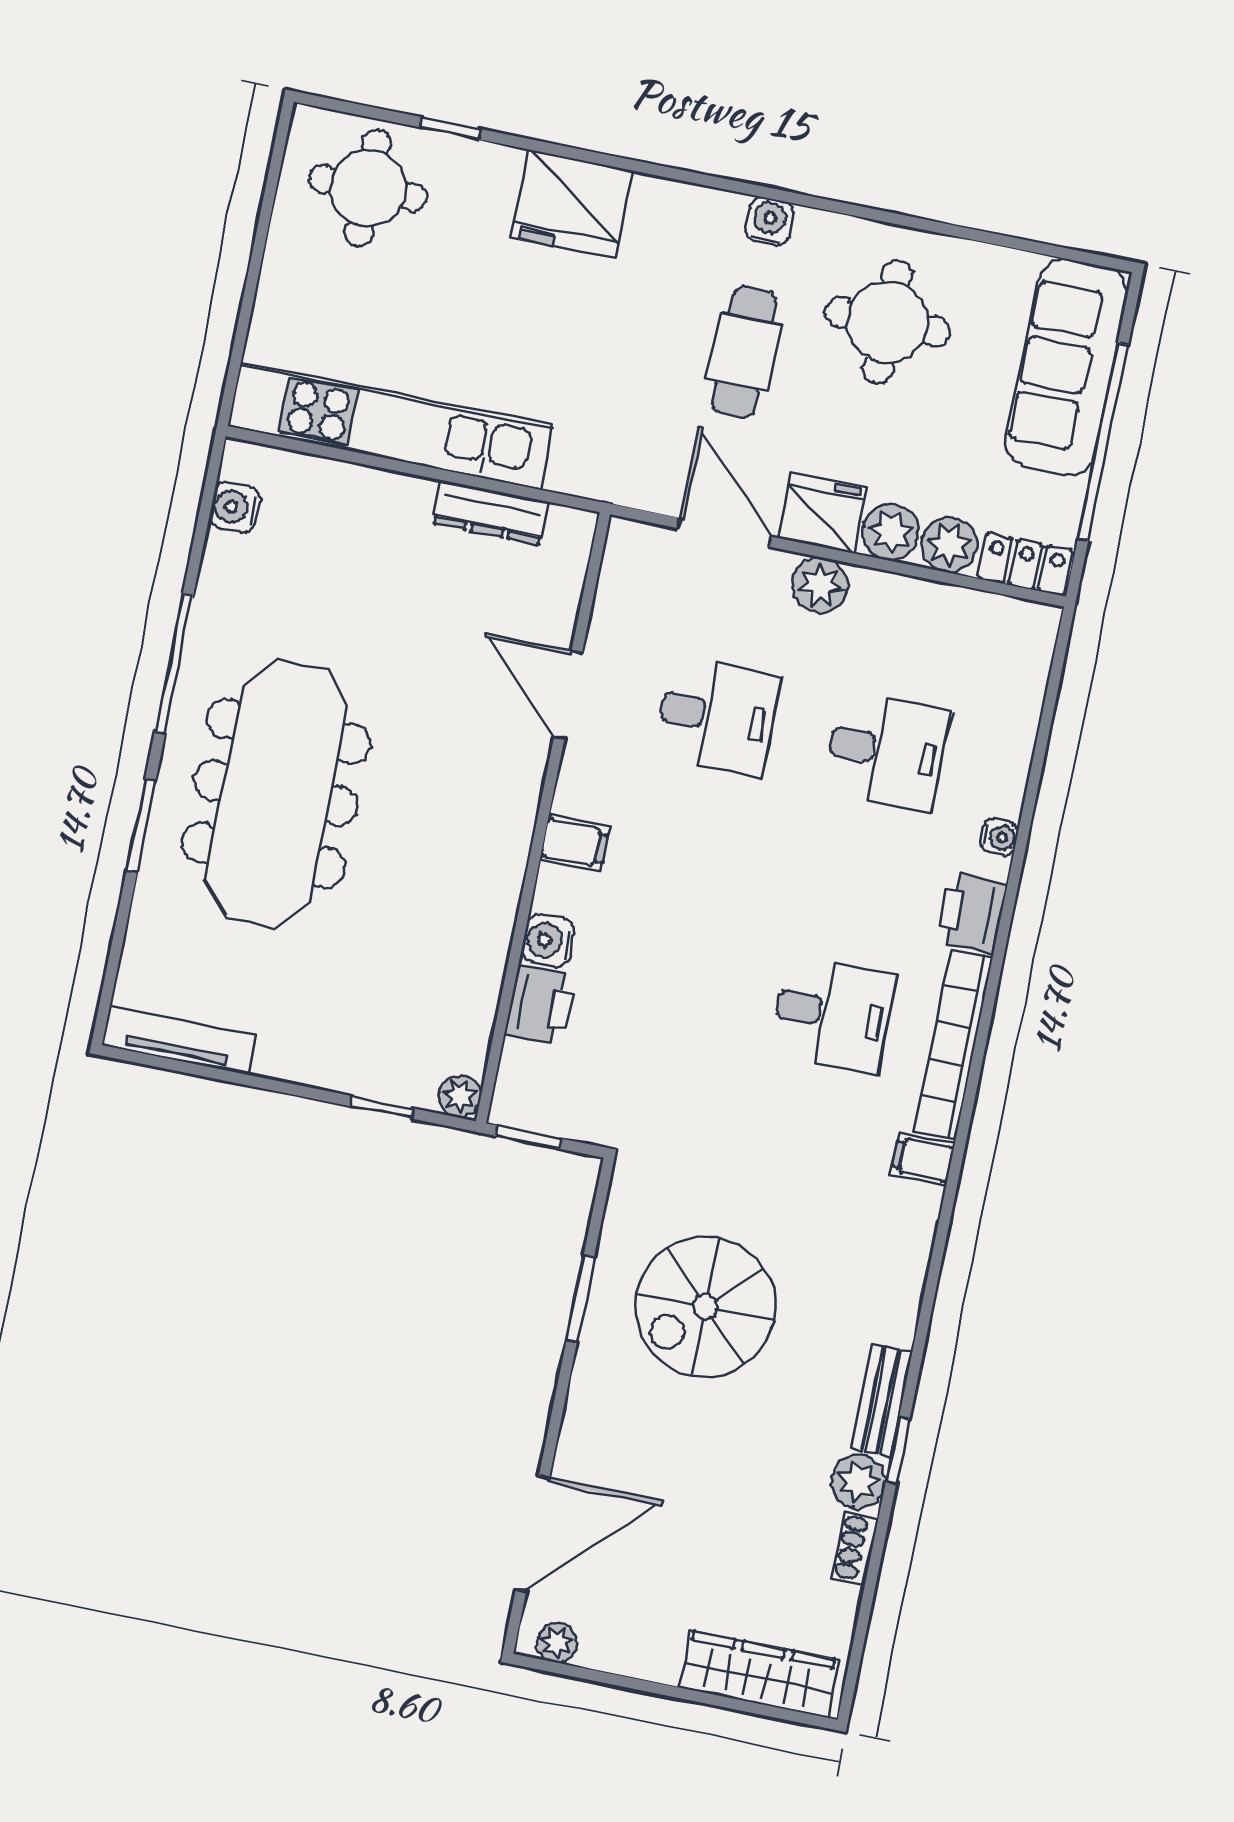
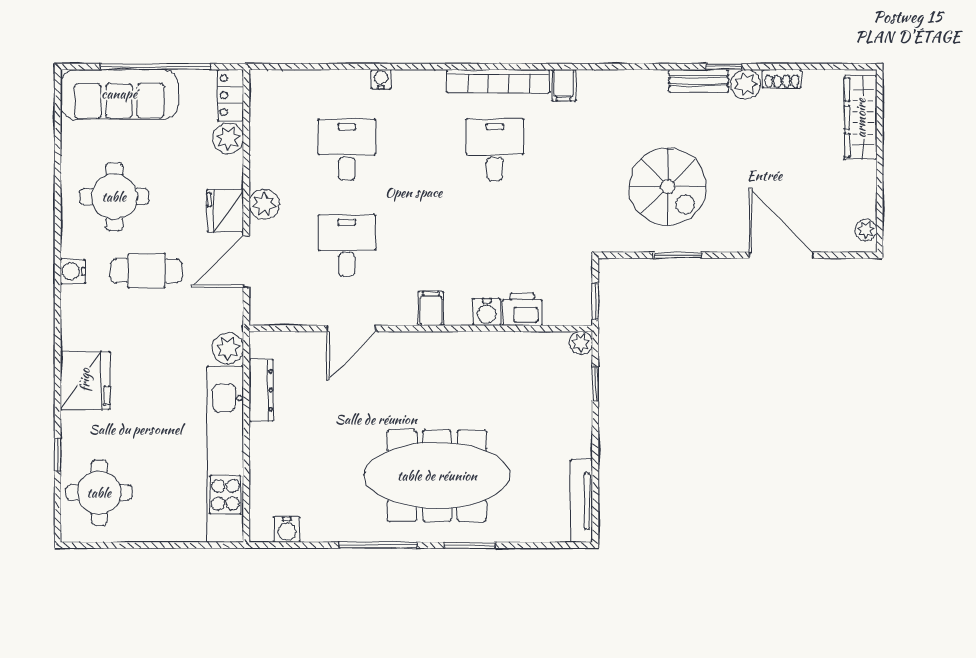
plant: (891, 532) -> (228, 348), moved
printer: (972, 913) -> (425, 86), removed
door: (533, 1533) -> (781, 255), moved

